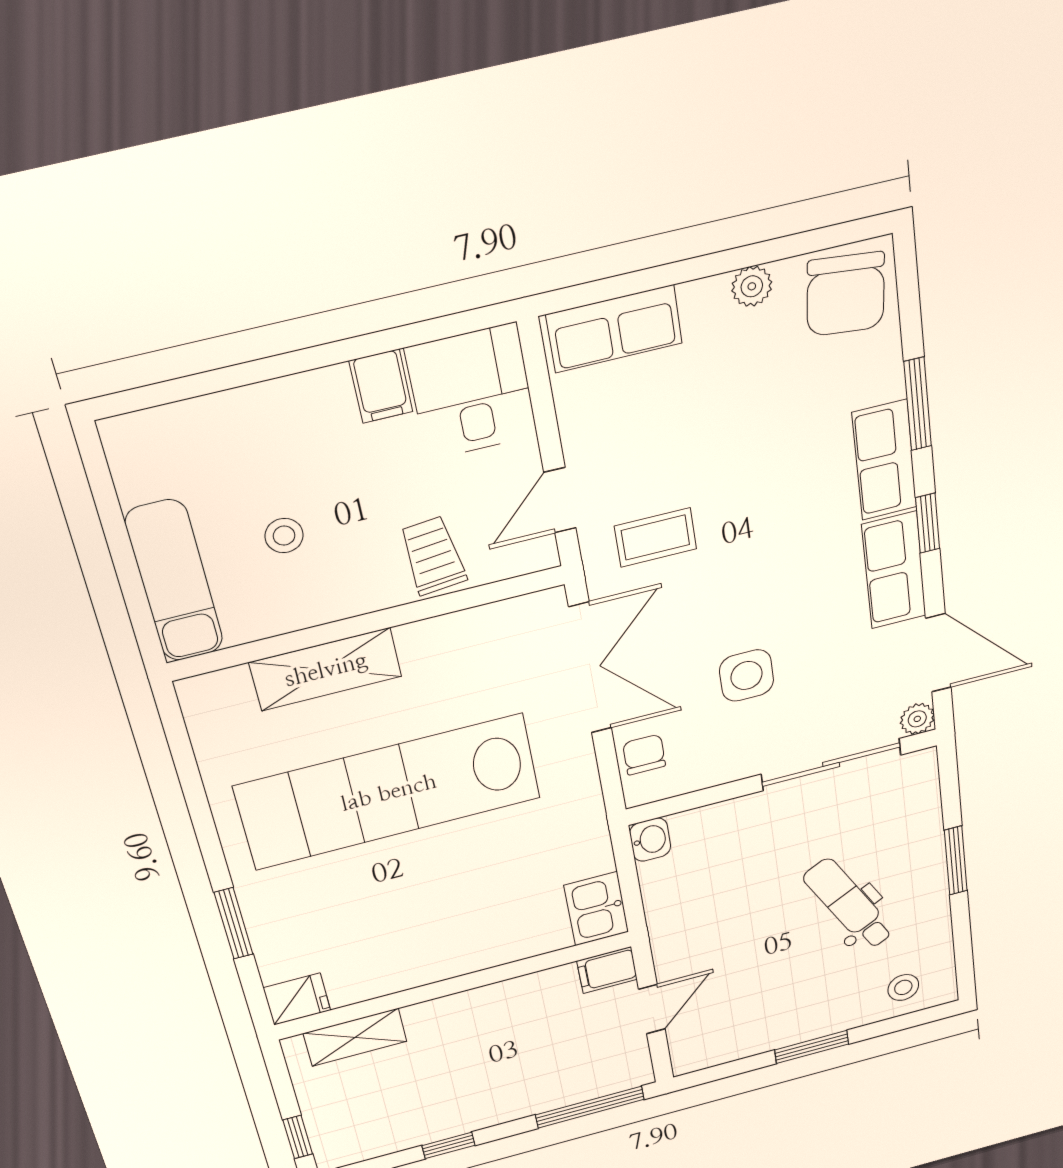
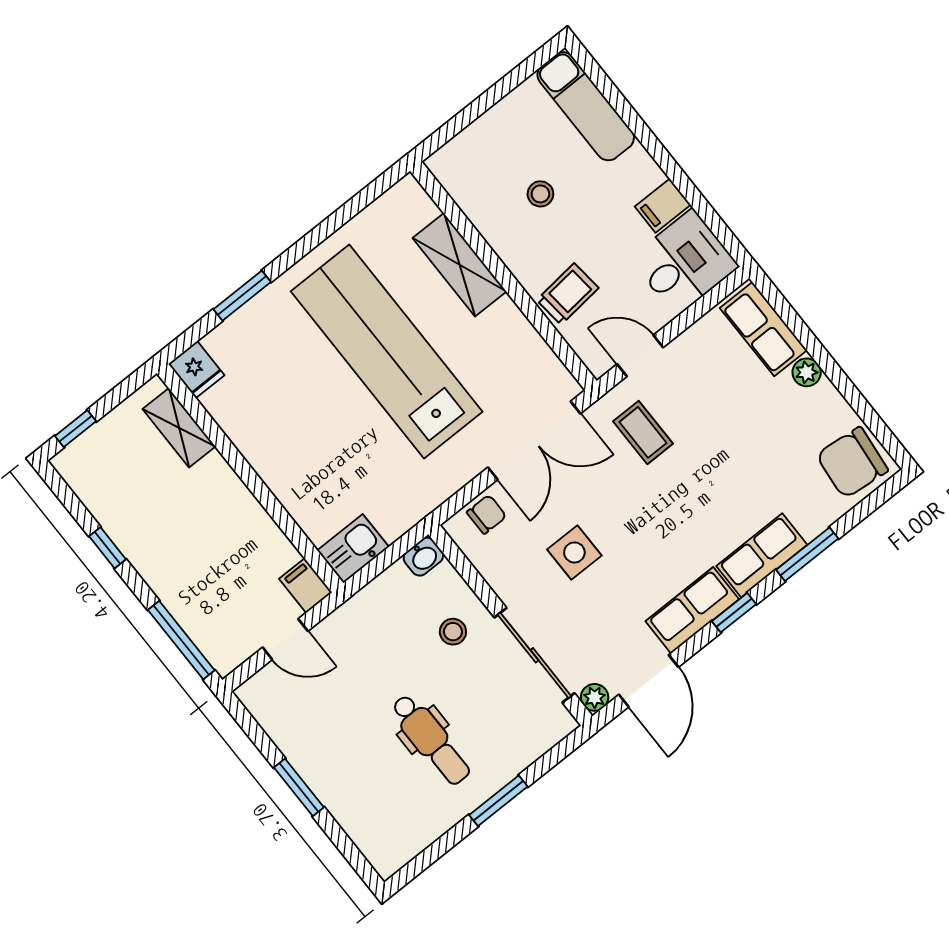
plant: (752, 286) -> (807, 372), moved
exam couch: (174, 581) -> (586, 106), moved, turned 90
dental chair: (849, 904) -> (431, 740), turned 118
stool: (903, 987) -> (453, 632), moved

